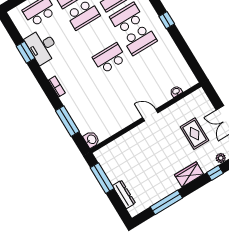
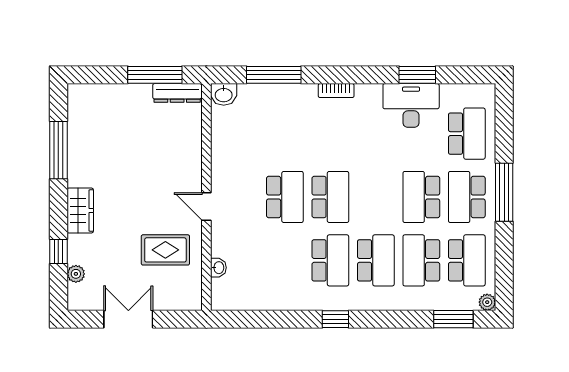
school desk: (140, 40) -> (330, 260), turned 180
school desk: (123, 80) -> (285, 197), added
door: (150, 115) -> (206, 206), swing flipped
rug: (195, 134) -> (165, 250), moved
dresser: (124, 194) -> (177, 93), moved

